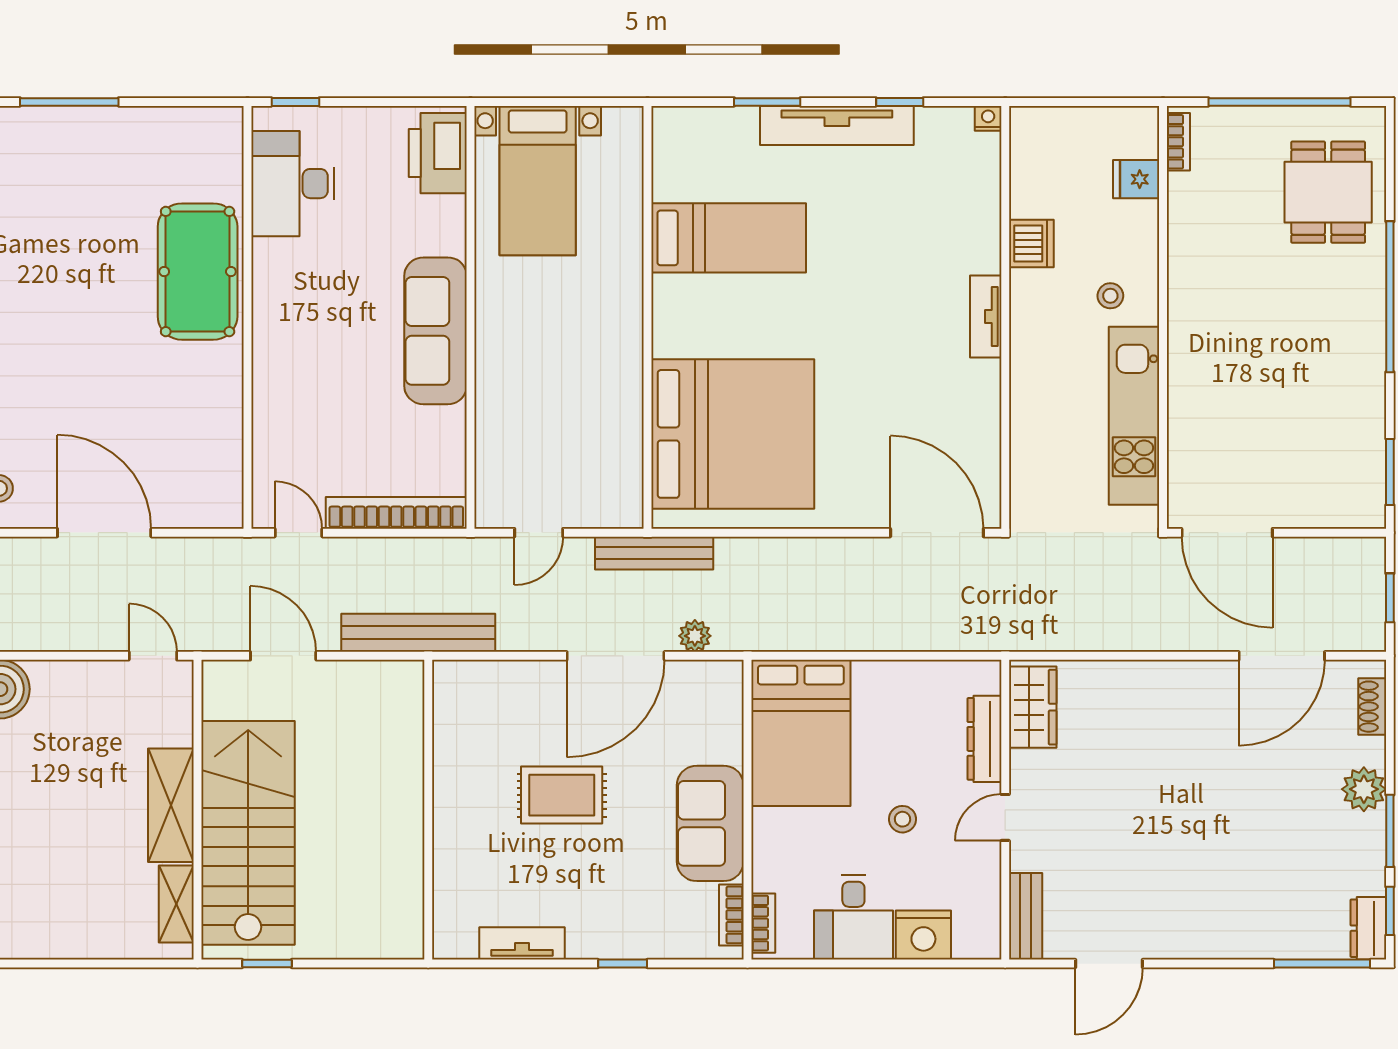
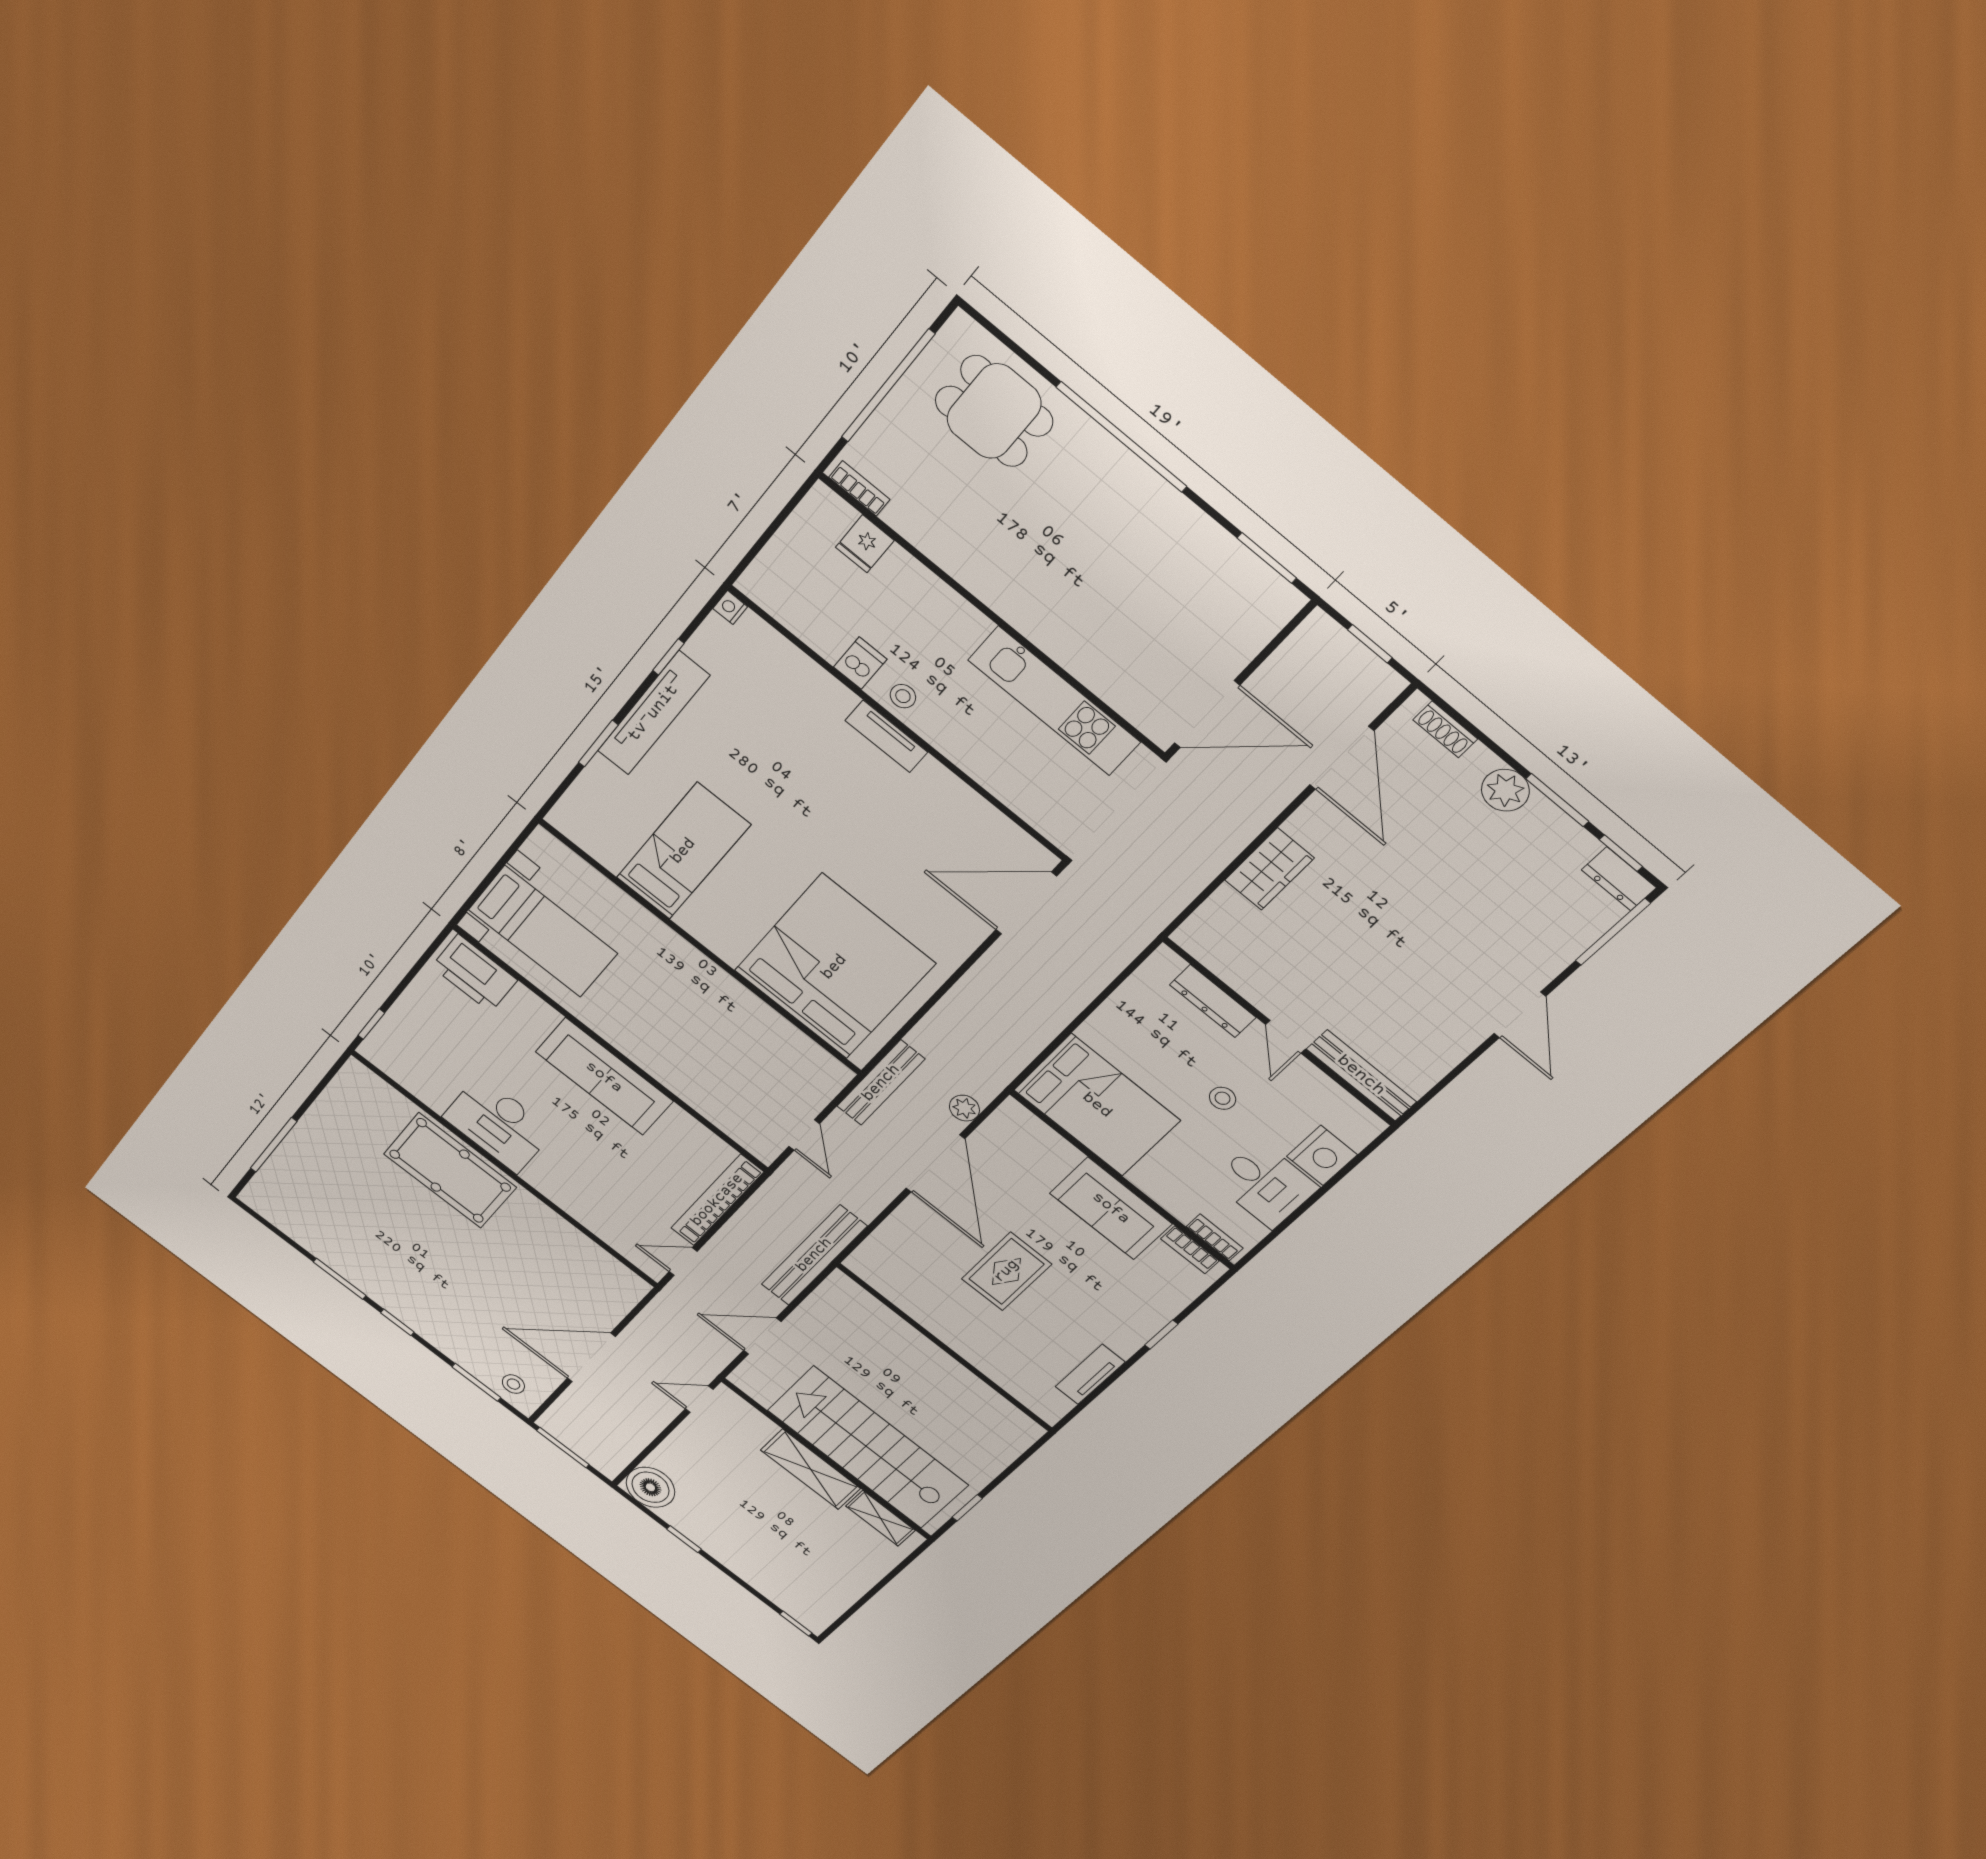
desk: (293, 184) -> (498, 1124), moved
dishwasher: (1031, 243) -> (860, 663), width x0.73
stool: (1110, 296) -> (903, 696), moved
wardrobe: (1033, 707) -> (1269, 869), moved, turned 90
bench: (1026, 916) -> (1361, 1075), width x1.36
door: (1109, 964) -> (1520, 1015), moved

